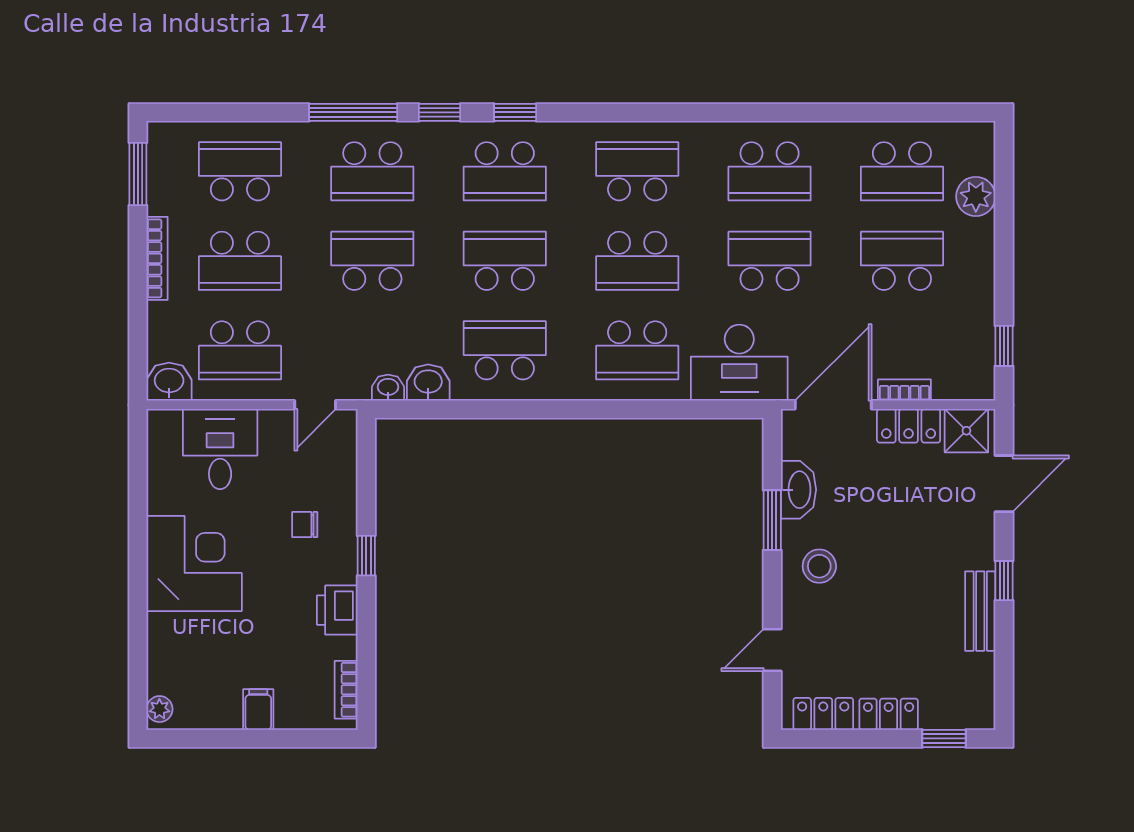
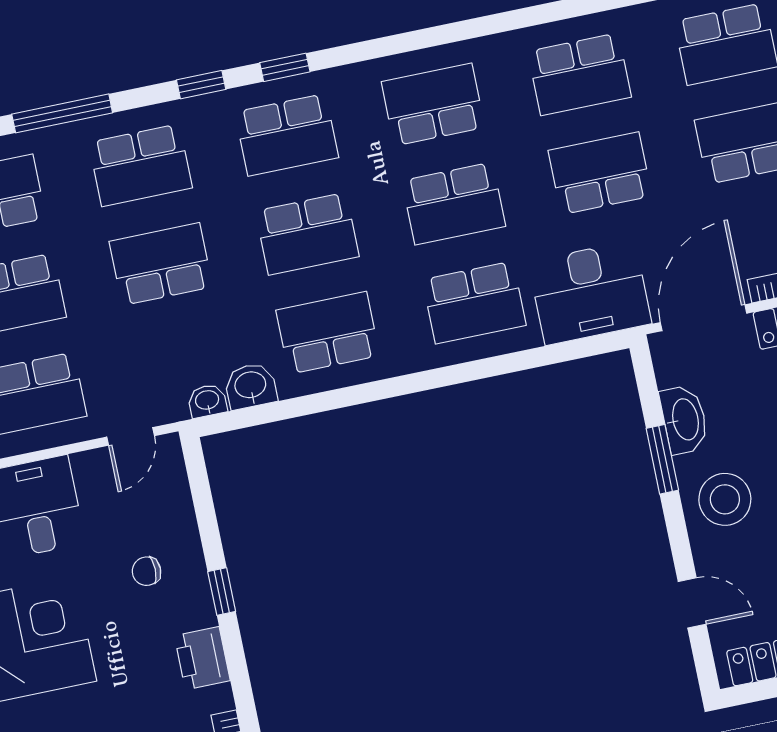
window: (353, 112) -> (62, 113), moved
school desk: (505, 261) -> (307, 234), turned 180
stool: (819, 566) -> (725, 499), width x1.38, depth x1.38
door: (772, 650) -> (692, 603), swing flipped

